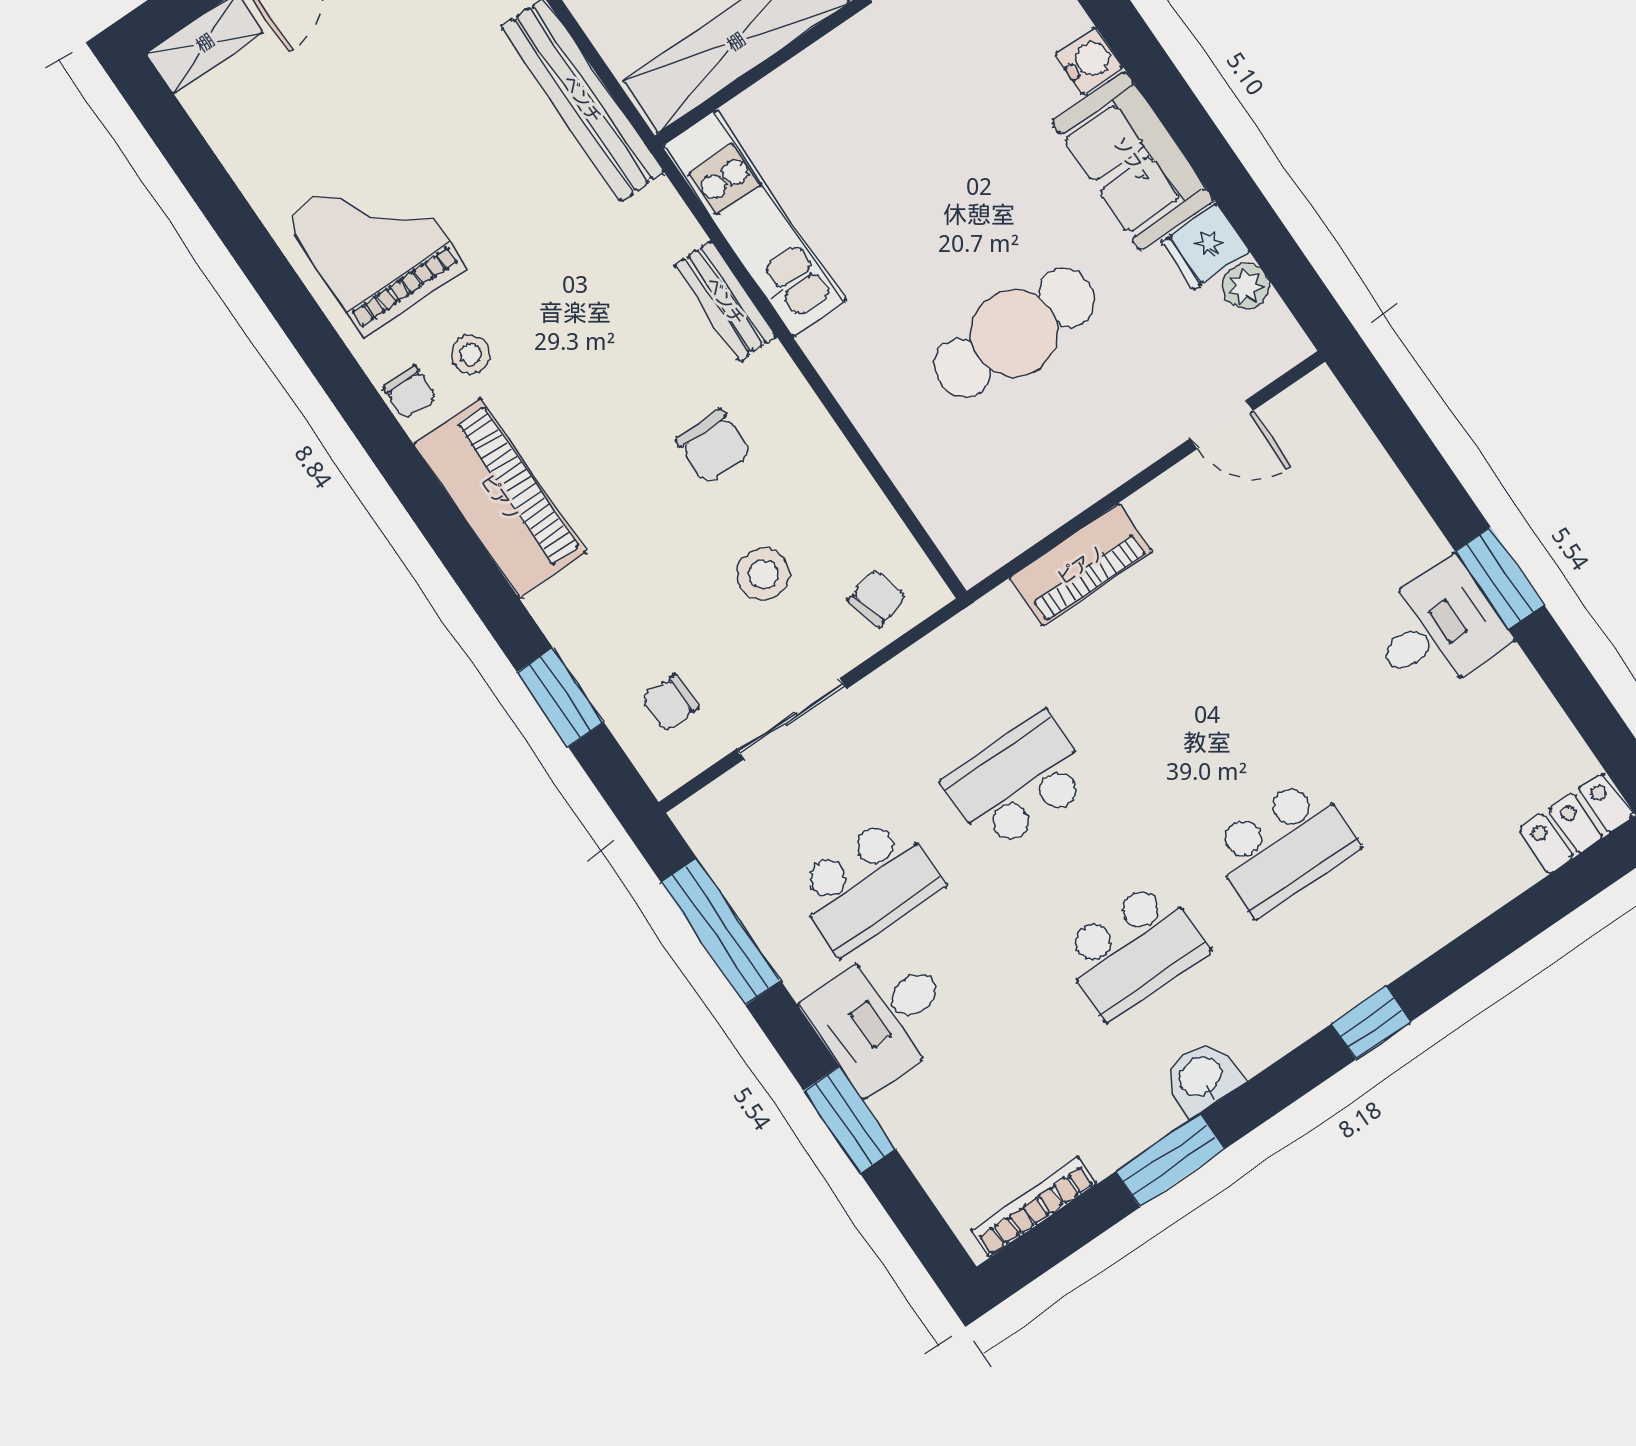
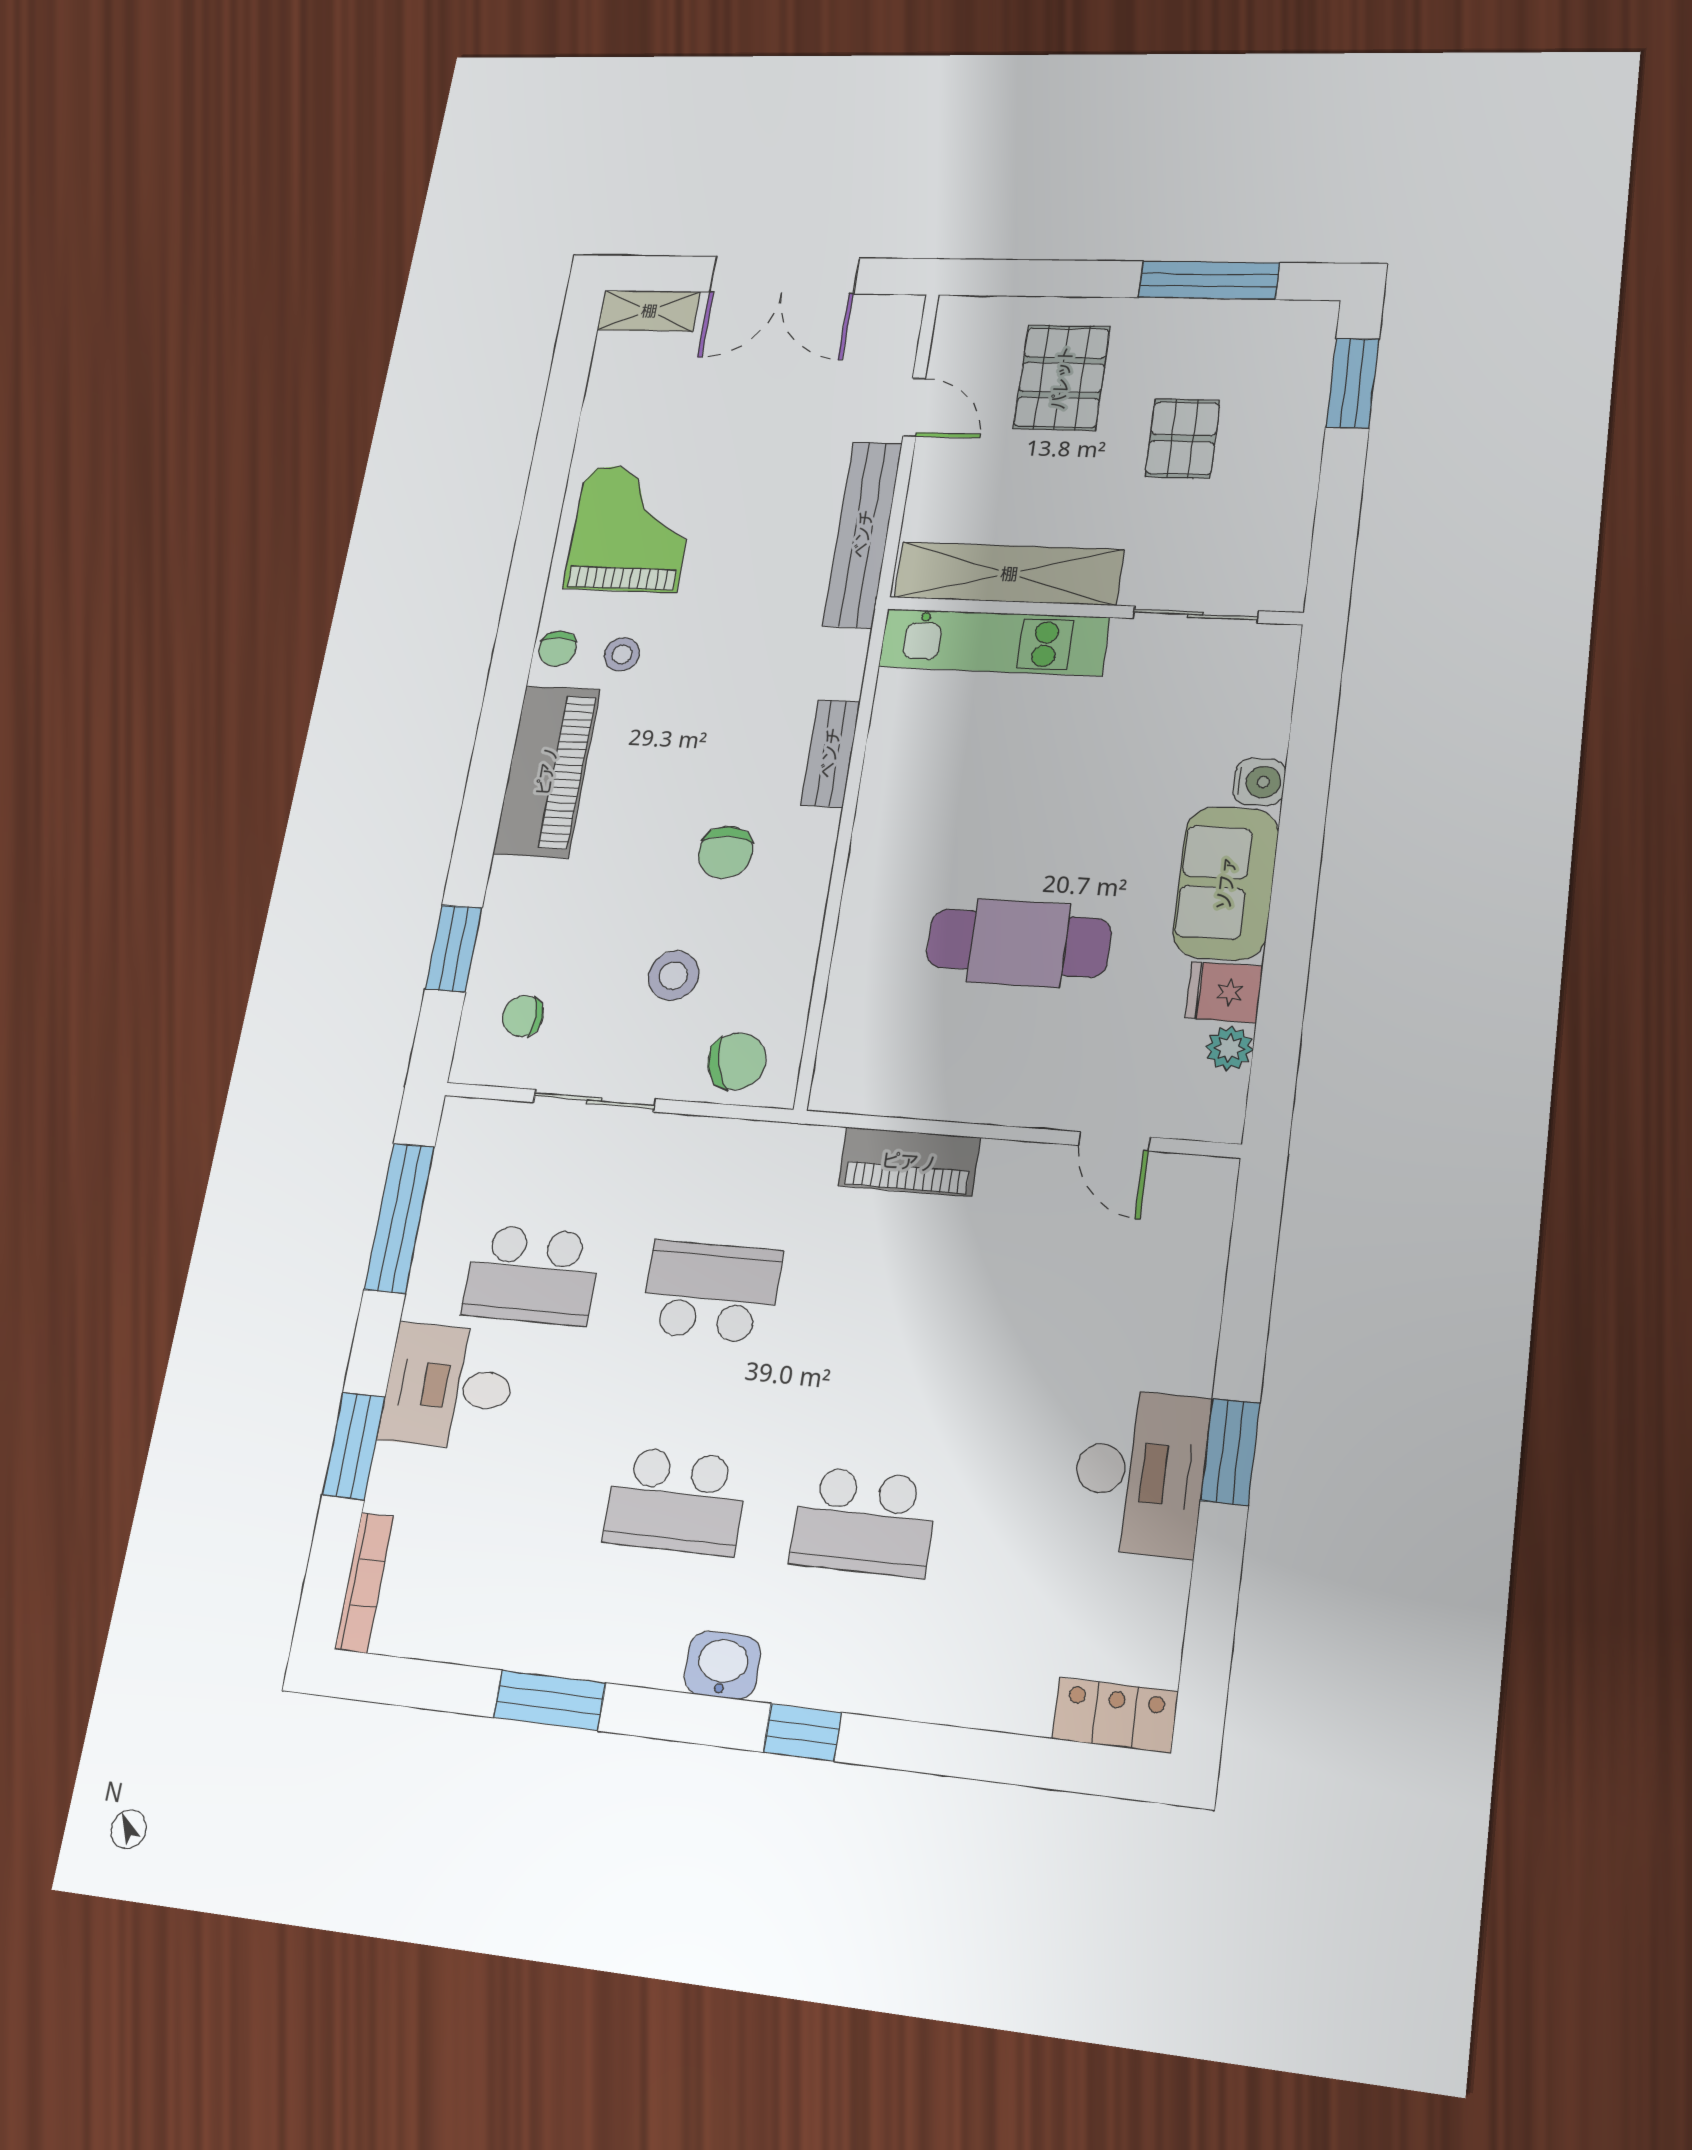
kitchen unit: (754, 223) -> (994, 642), moved, turned 90
chair: (877, 598) -> (737, 1061), width x1.37, depth x1.37
desk: (1437, 629) -> (1140, 1472), width x1.37
washbasin: (1201, 1078) -> (723, 1665), moved
bookcase: (1034, 1207) -> (364, 1583), moved, turned 90

